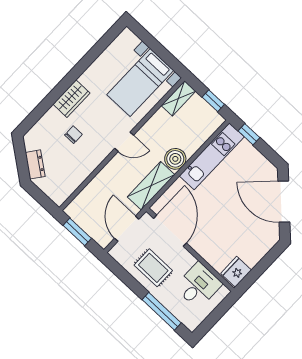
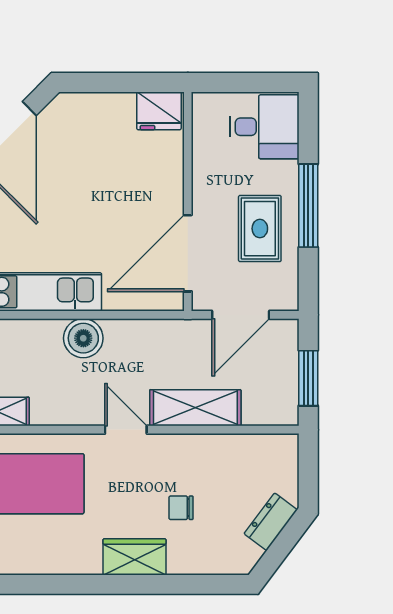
shelving: (151, 186) -> (195, 408), moved
desk: (198, 285) -> (264, 127), moved, turned 180
window: (162, 311) -> (308, 206), moved

